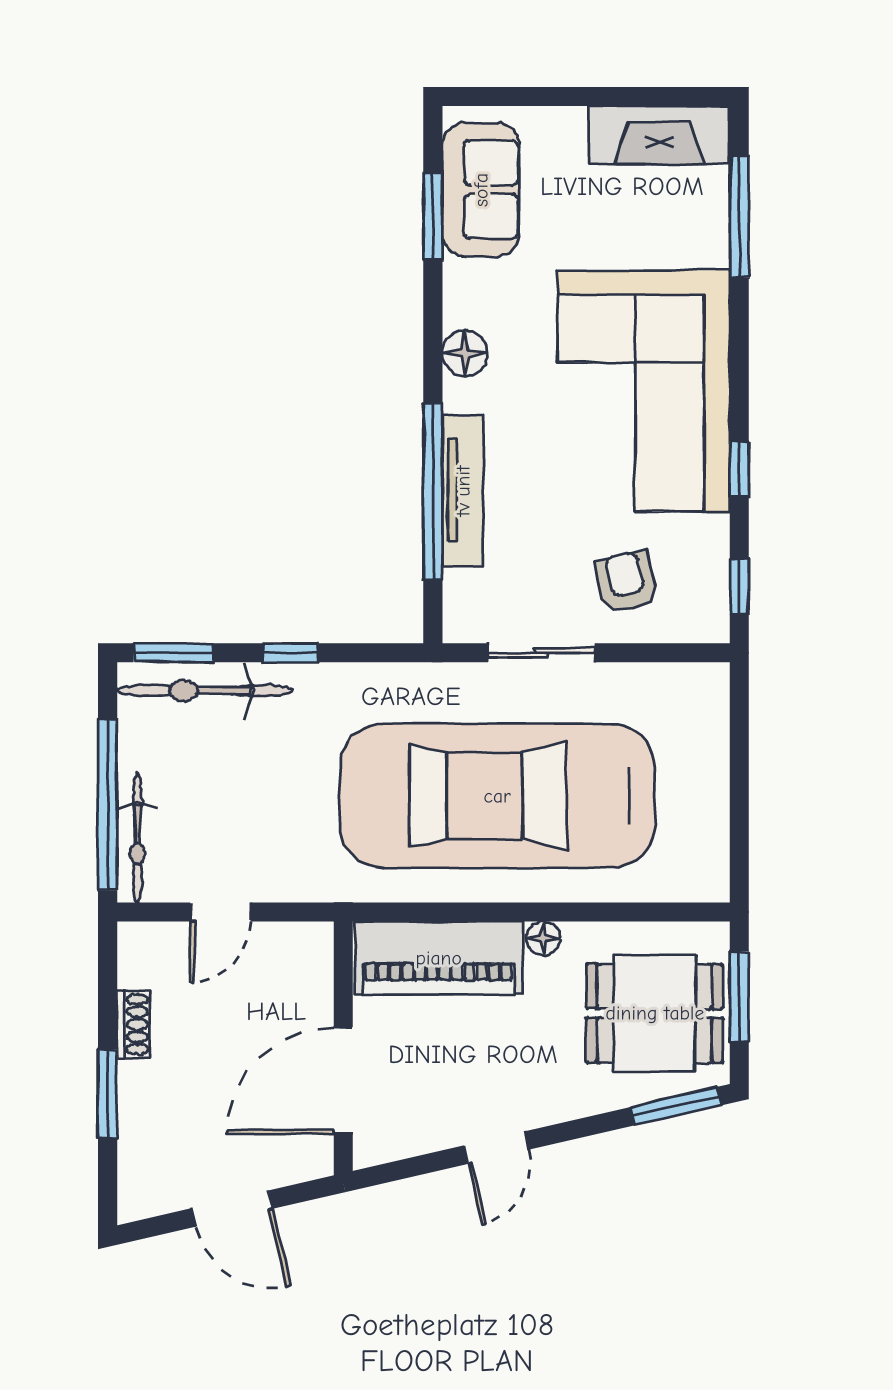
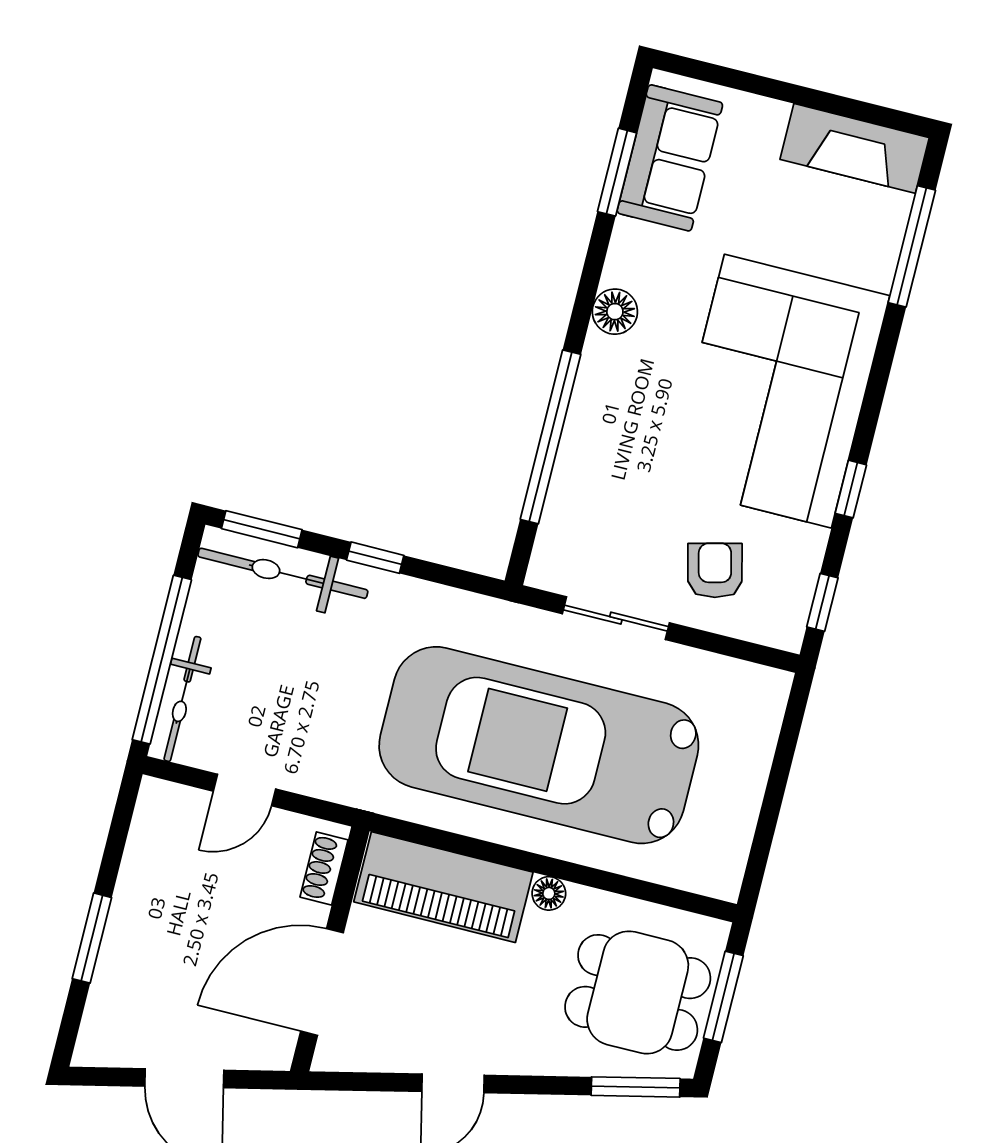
tv unit: (463, 491) -> (580, 443), removed
shoe rack: (134, 1024) -> (324, 868), moved, turned 180

